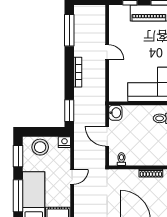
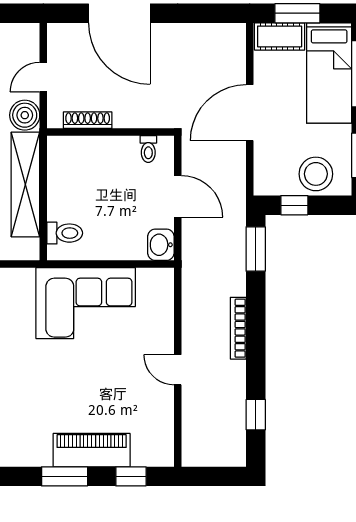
window: (69, 30) -> (256, 415), width x0.46
window: (51, 132) -> (294, 205), added
nightstand: (64, 142) -> (266, 184), removed
door: (72, 177) -> (250, 113), width x1.88

